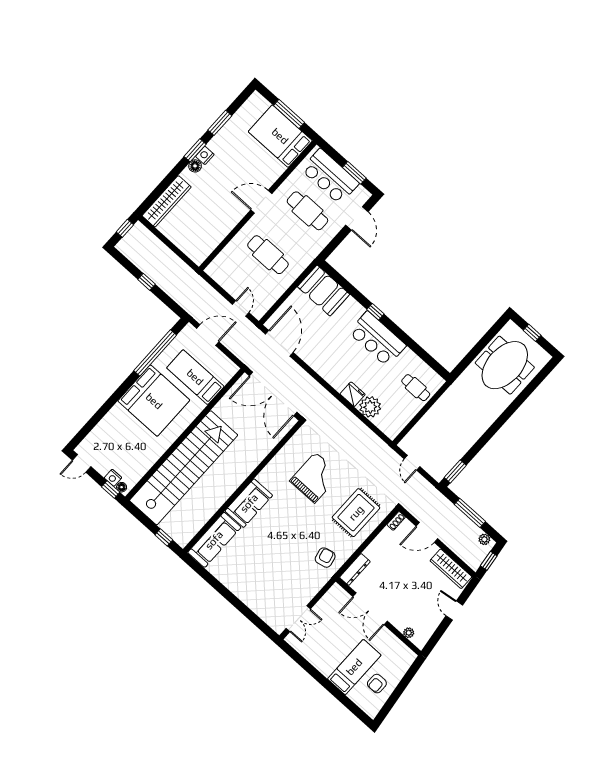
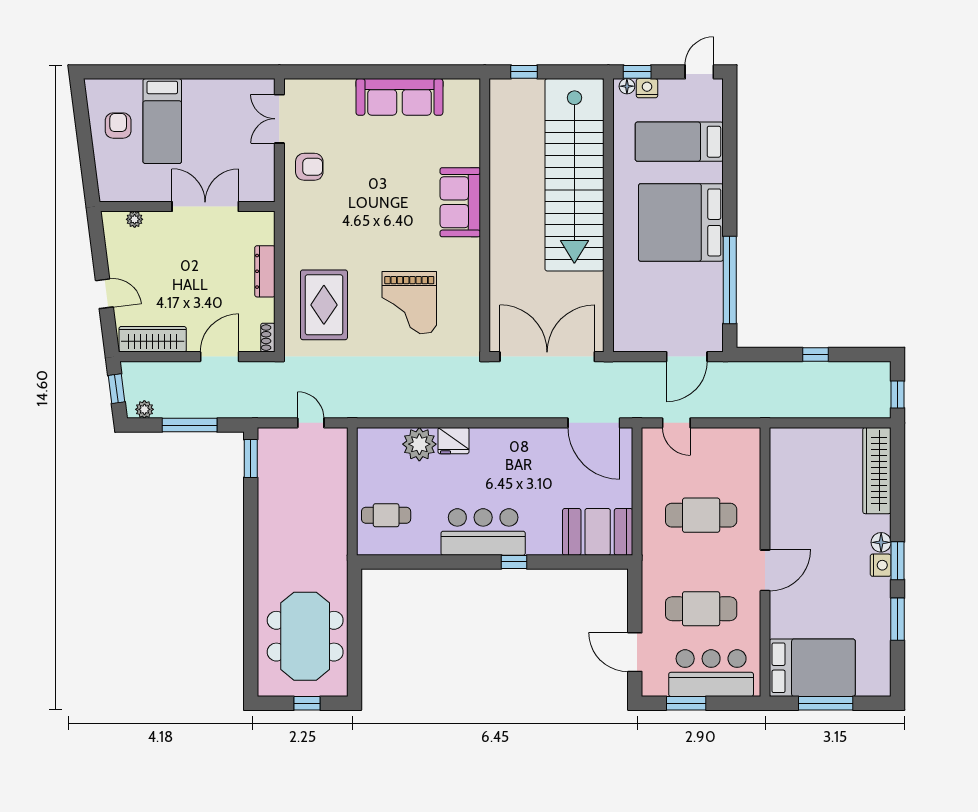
bed: (195, 377) -> (679, 142), moved, turned 180
sofa: (214, 540) -> (399, 97), moved, turned -90
armchair: (325, 558) -> (309, 167), moved, turned -77
dresser: (355, 569) -> (265, 271), moved

